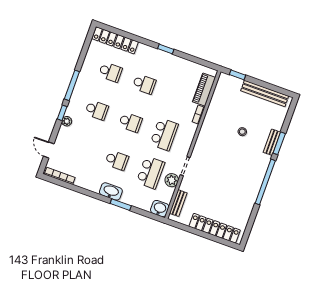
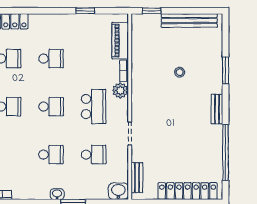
window: (166, 49) -> (85, 11), moved
bench: (272, 142) -> (217, 109), moved
school desk: (150, 172) -> (94, 155), width x0.54
plant: (172, 180) -> (120, 90), moved
window: (265, 182) -> (226, 153), moved
washbasin: (111, 191) -> (57, 194), width x0.52, depth x0.69

